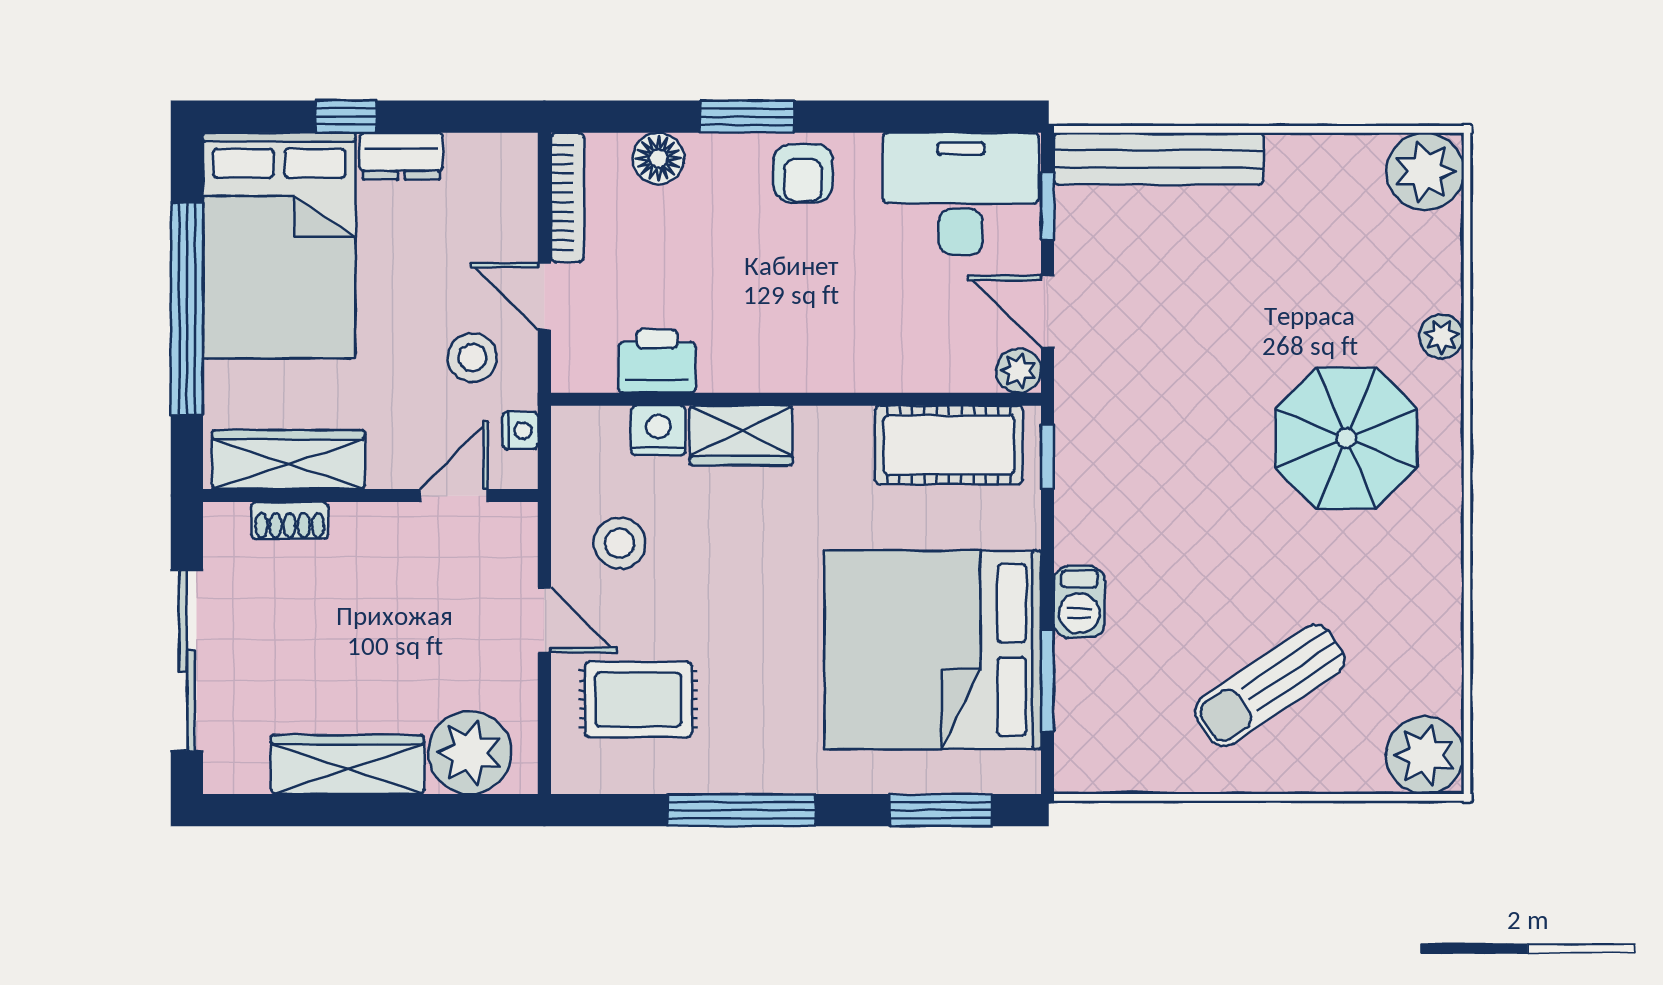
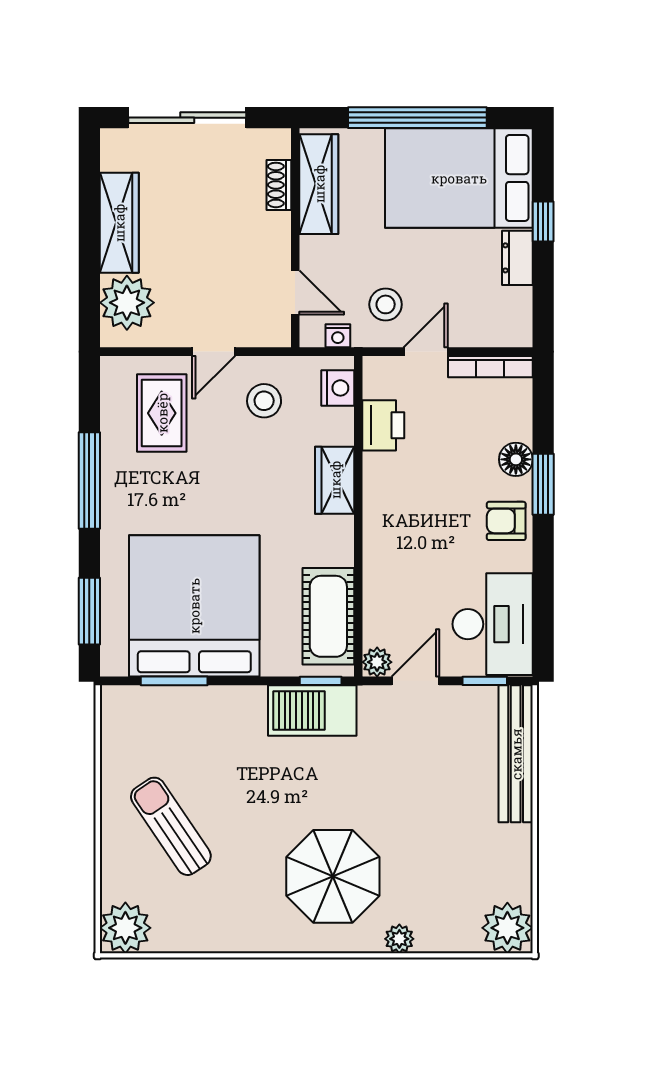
floor lamp: (658, 158) -> (516, 459), moved
nightstand: (658, 431) -> (338, 388), moved
barbecue: (1079, 602) -> (312, 711), moved, width x1.88, depth x1.53

